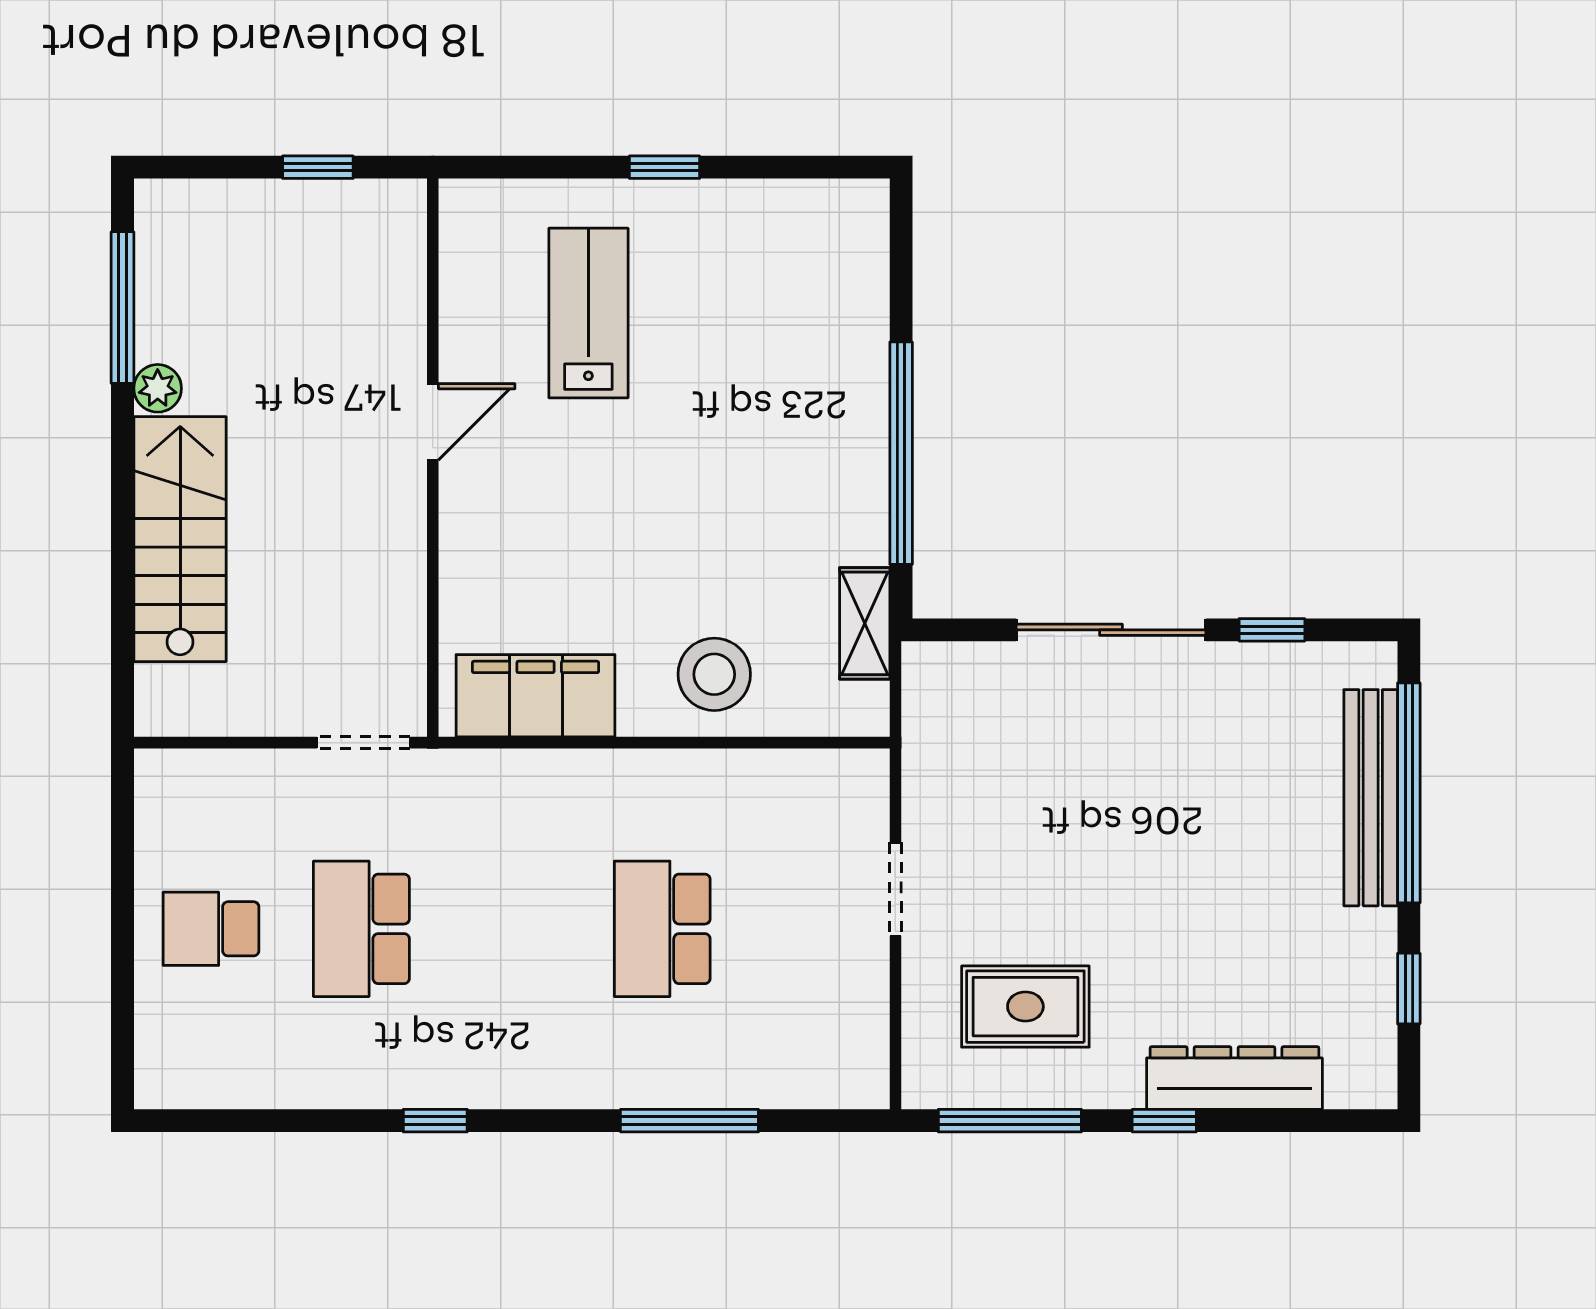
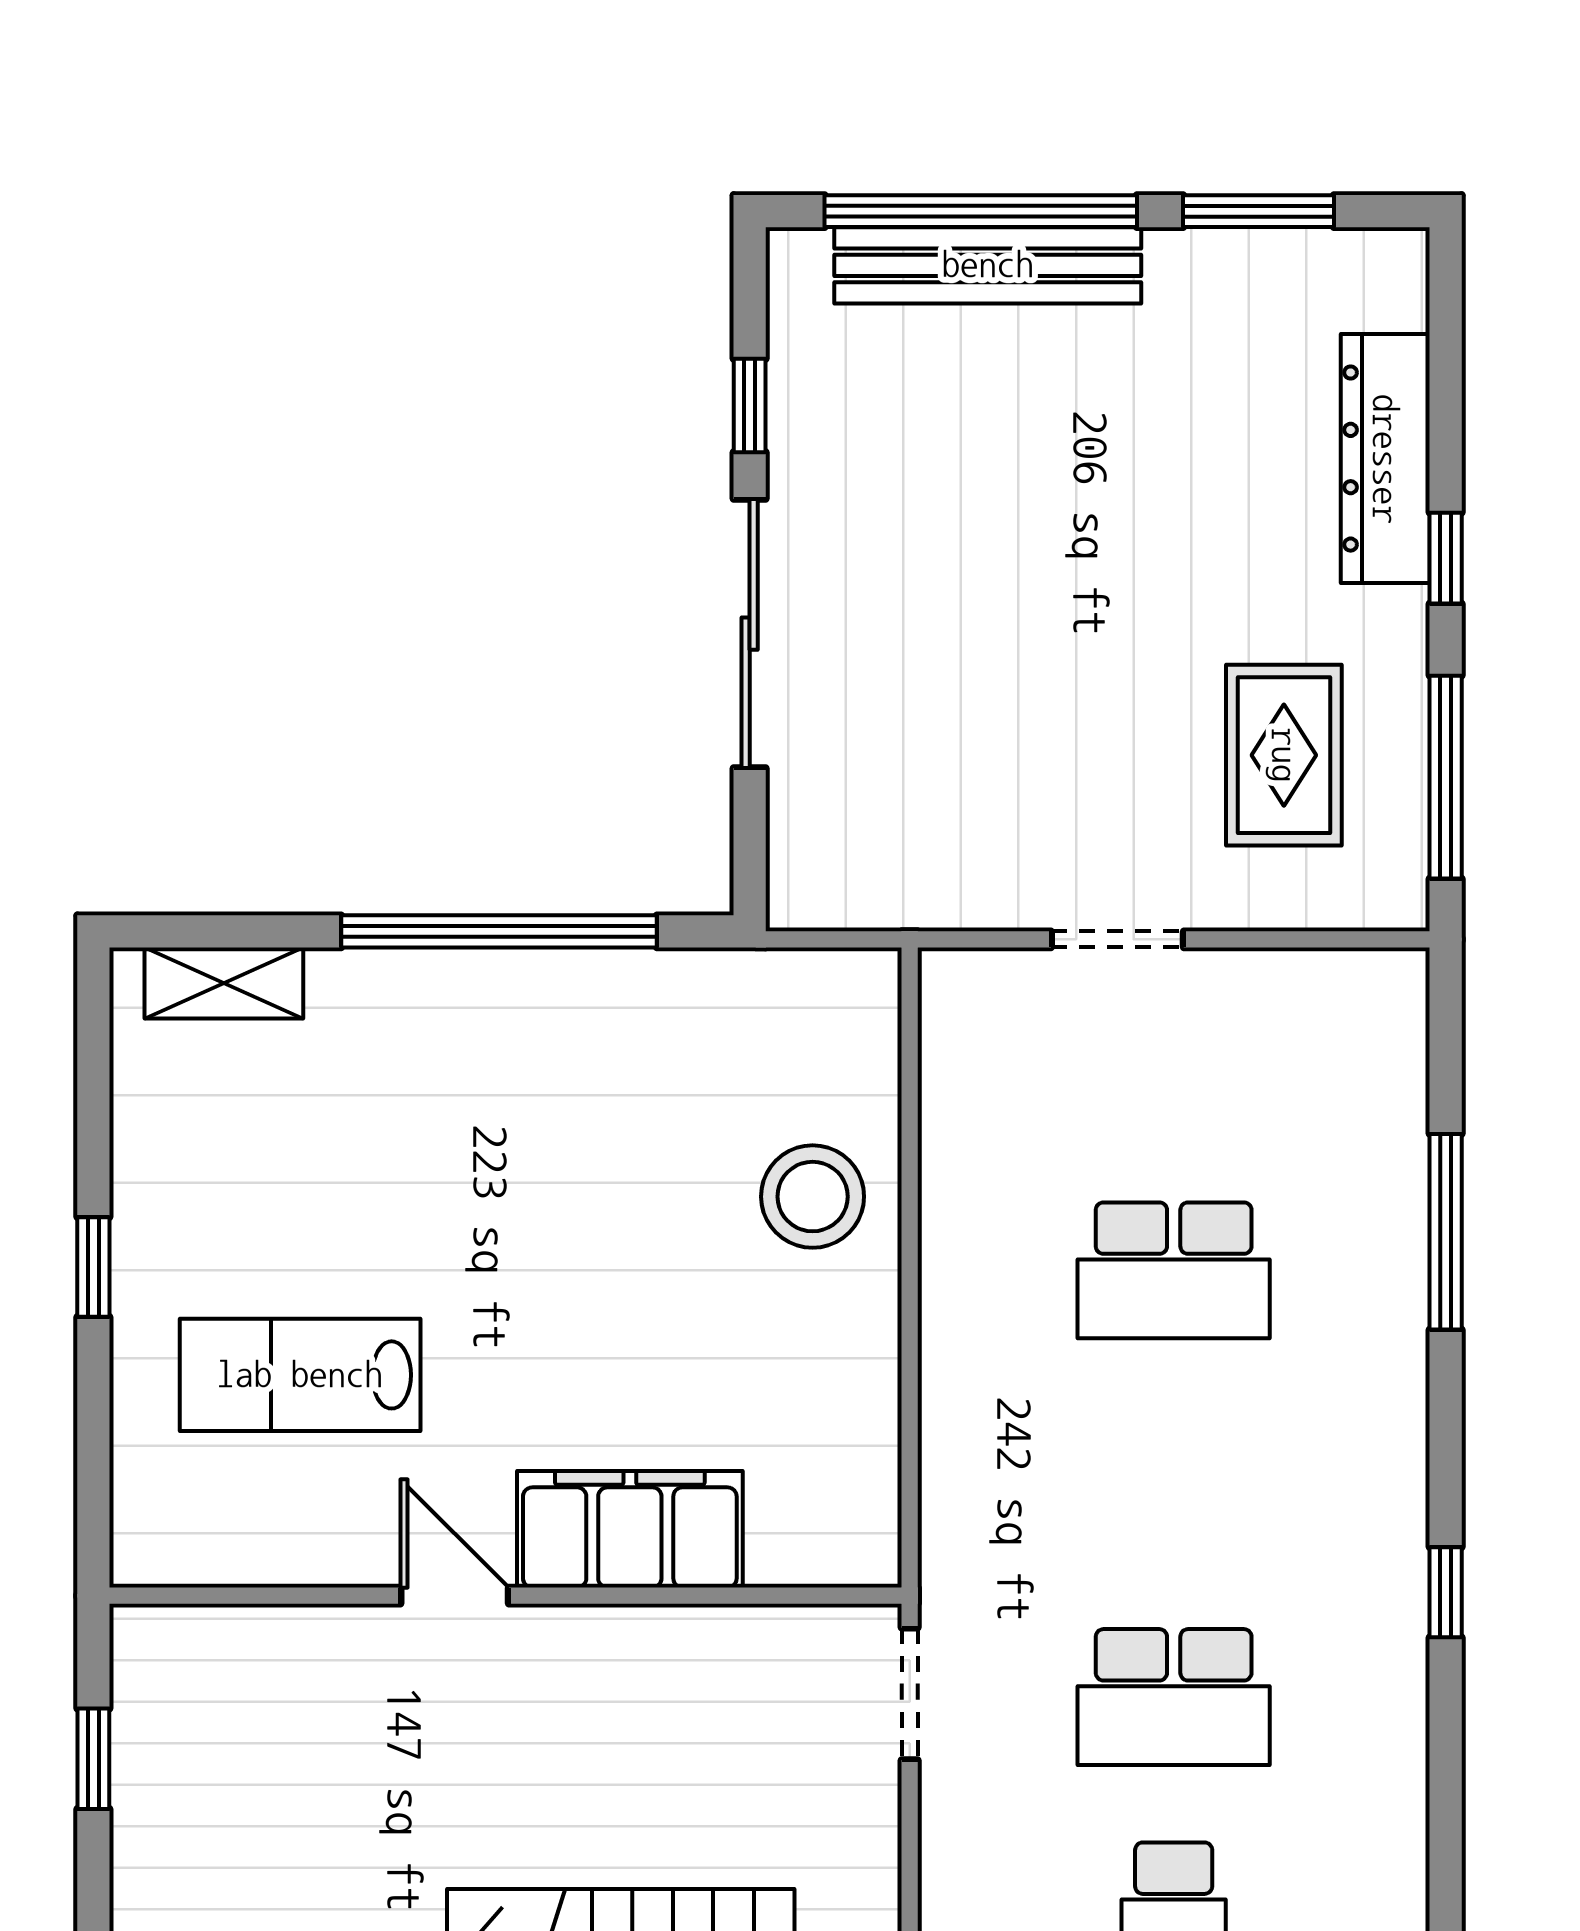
shelving: (865, 623) -> (224, 983), moved
filing cabinet: (536, 696) -> (630, 1529), moved, turned 90
window: (1409, 989) -> (1258, 211), width x1.50

